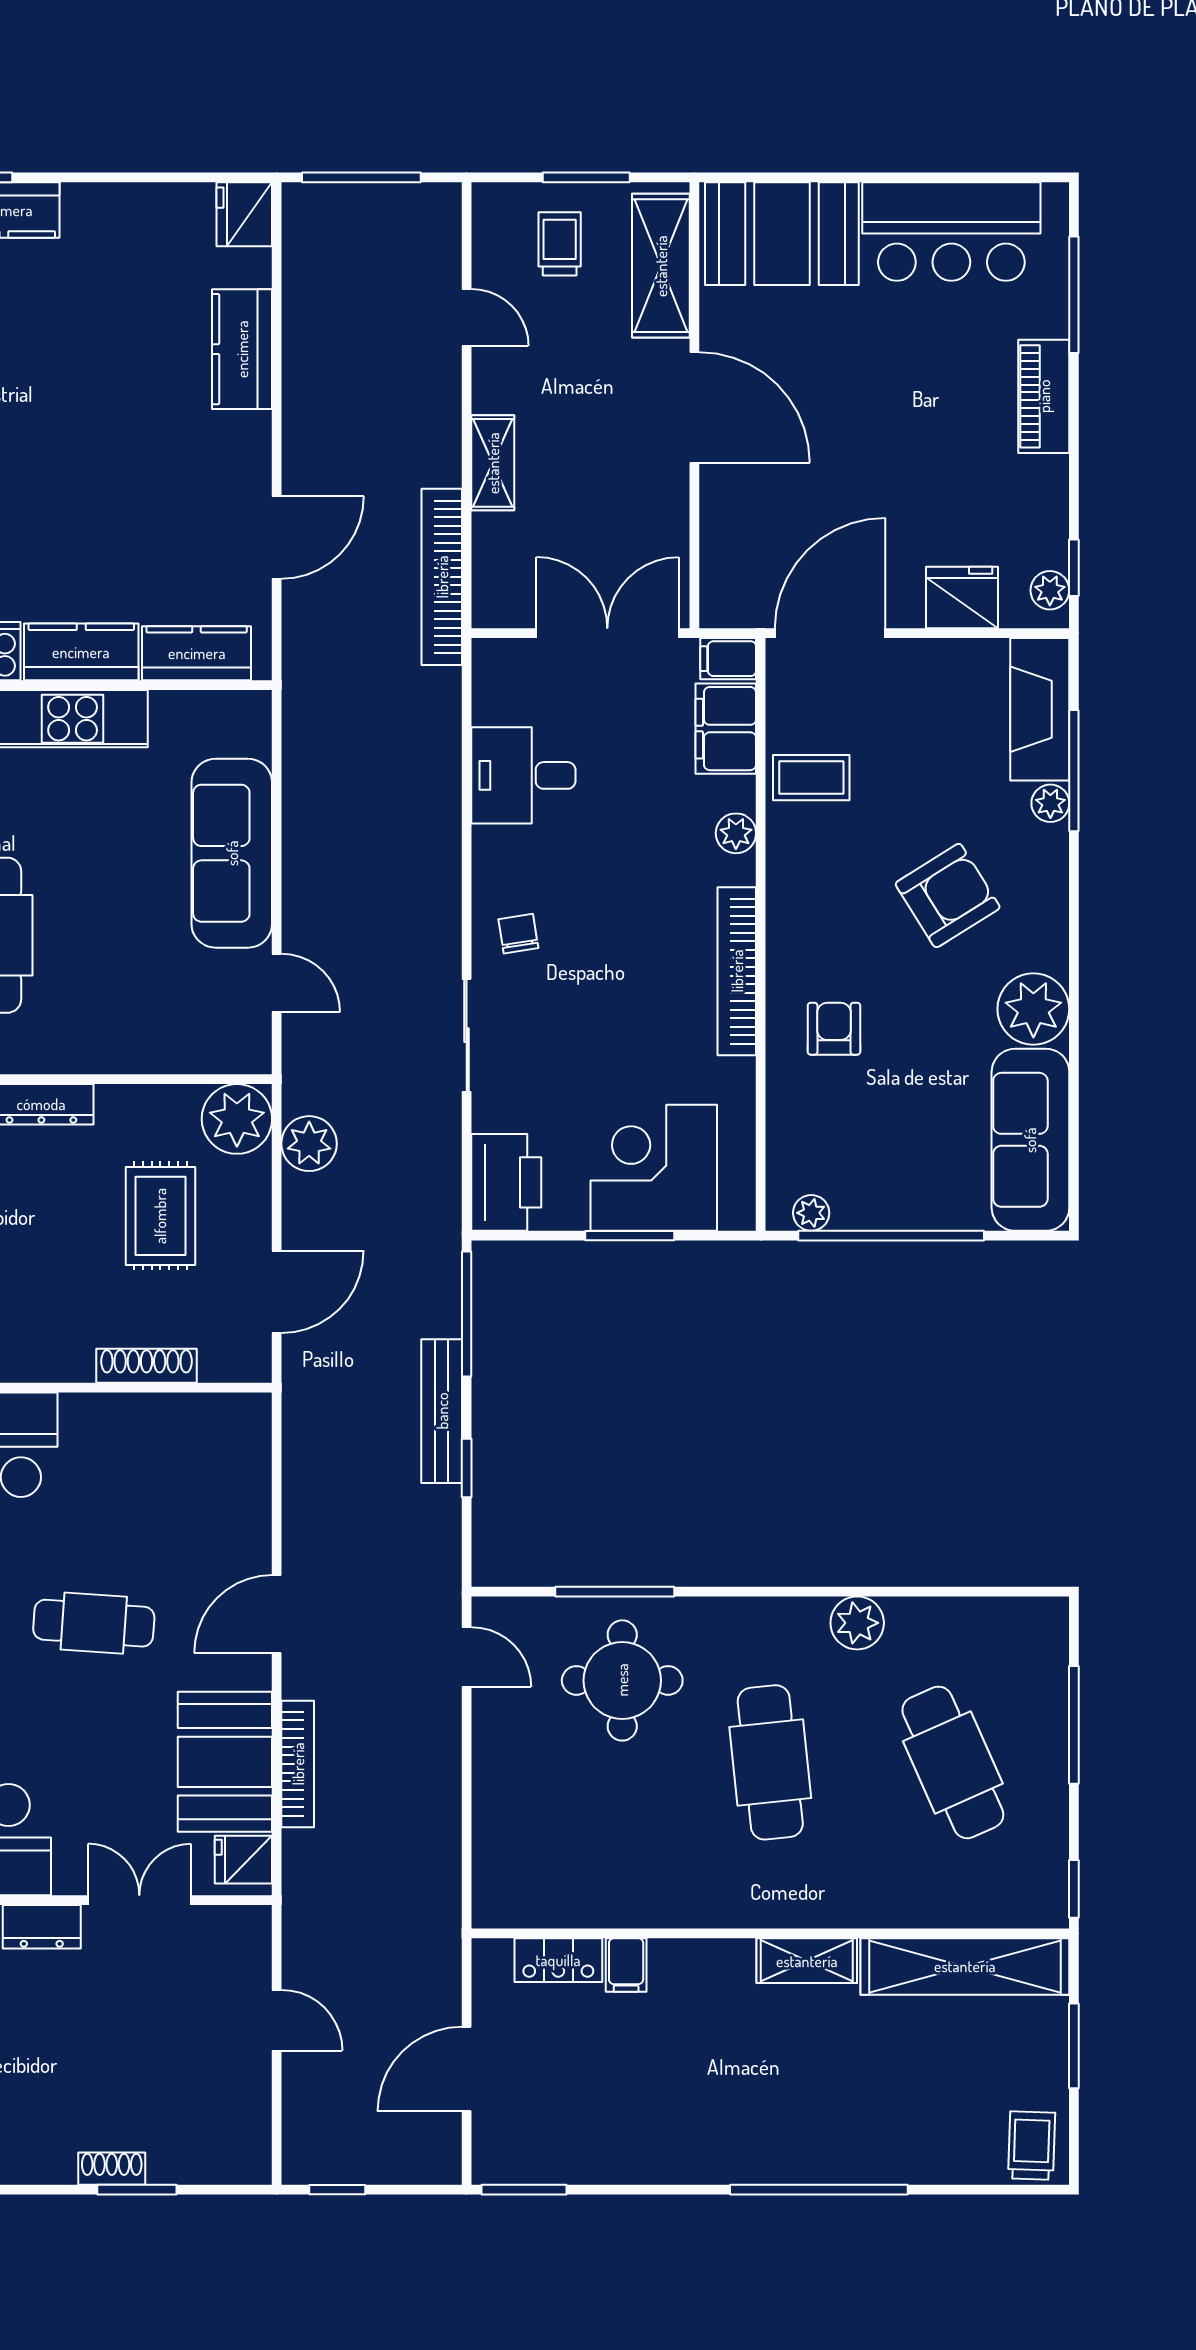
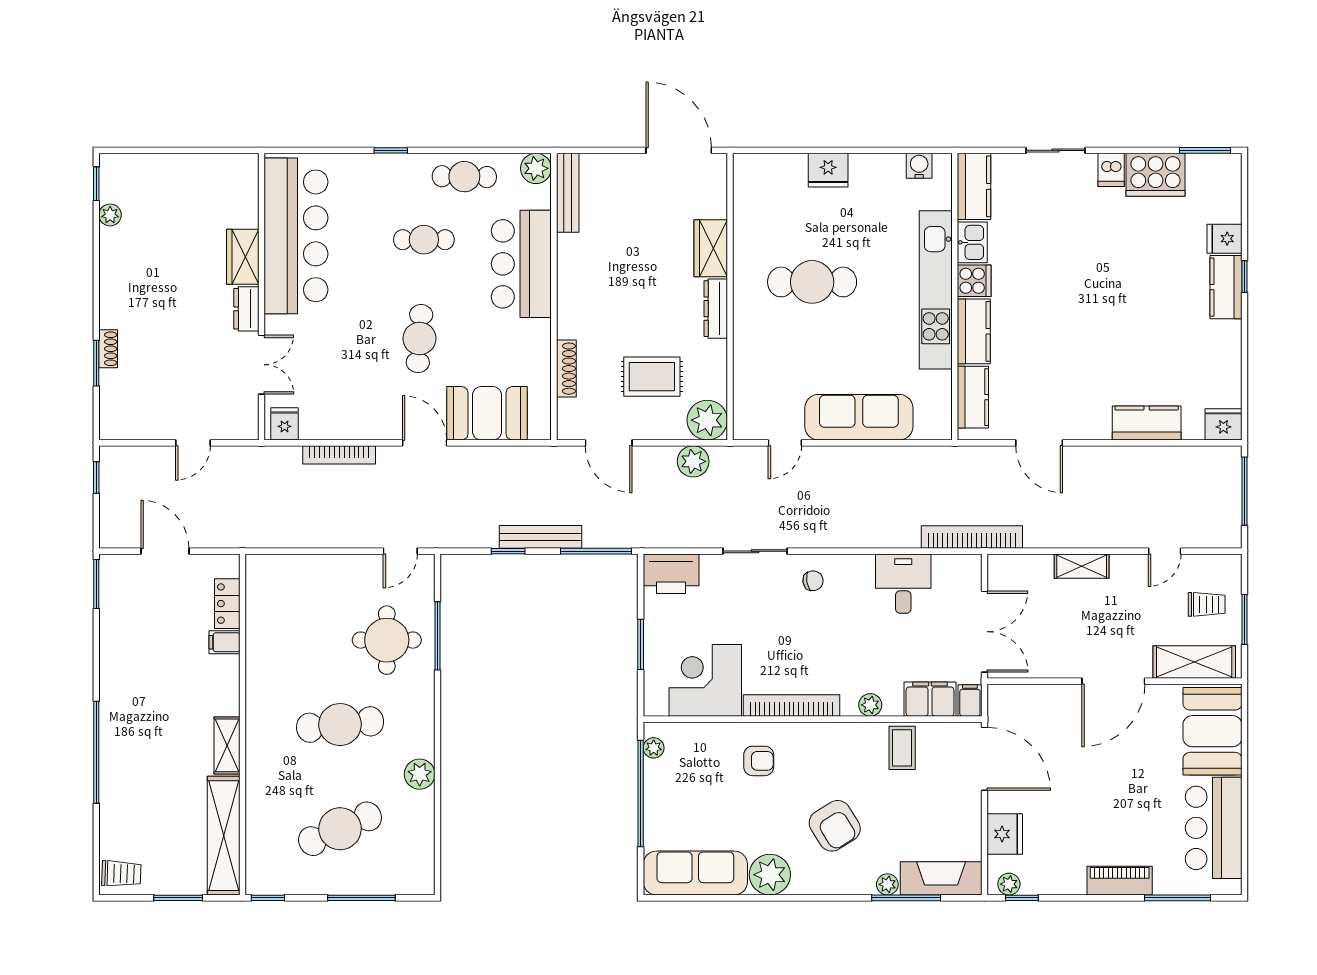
bookcase: (442, 577) -> (972, 537), moved
corner desk: (654, 1168) -> (705, 680), moved, turned -90
booth: (225, 1762) -> (487, 413), moved

